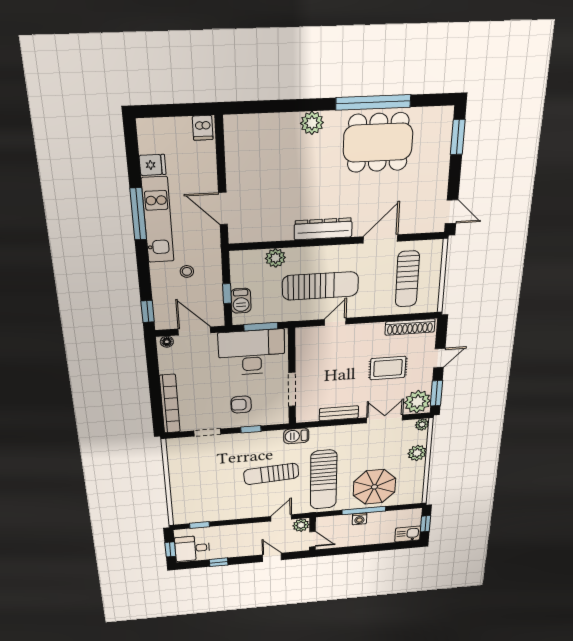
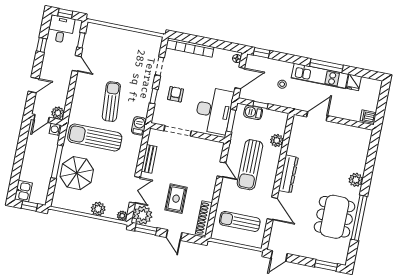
door: (281, 518) -> (77, 63), moved
washing machine: (359, 519) -> (55, 129), moved

